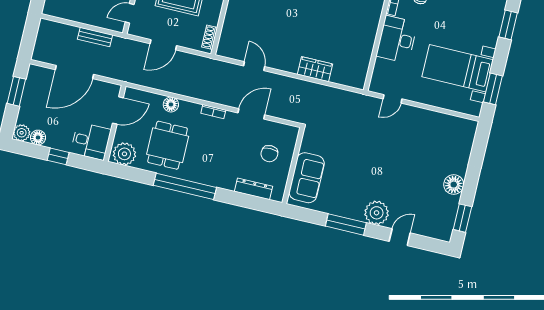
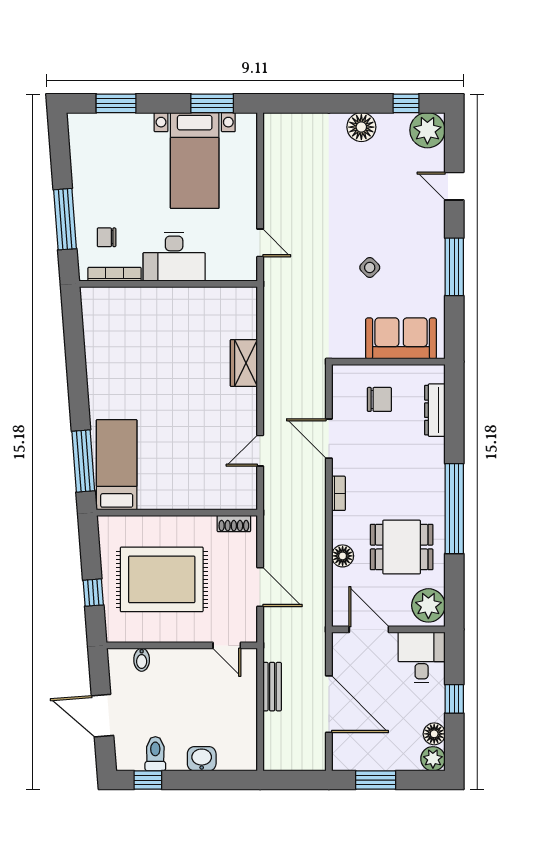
side table: (359, 168) -> (370, 268), added
plant: (377, 213) -> (427, 130), moved
window: (462, 218) -> (406, 103), width x0.67

